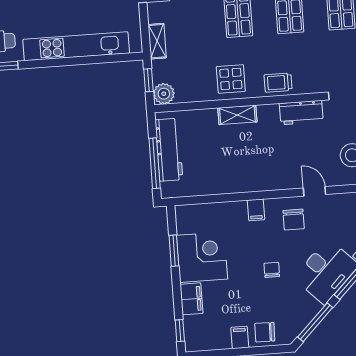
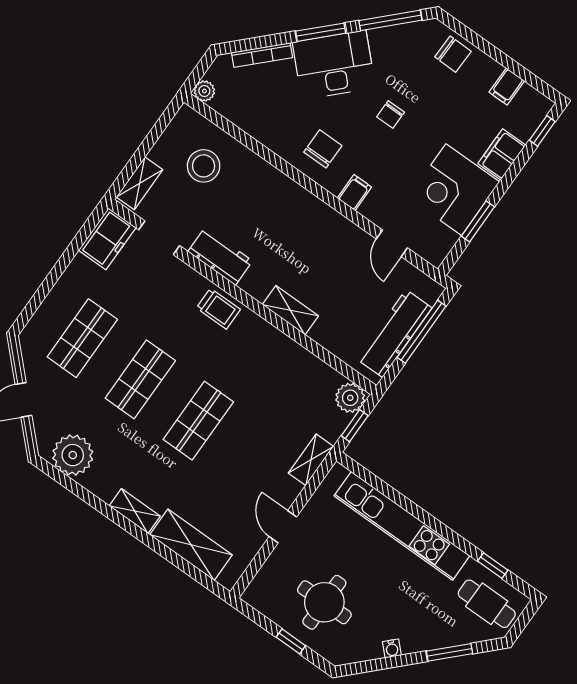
display table: (231, 79) -> (266, 354), removed
door: (314, 191) -> (392, 243), moved
filing cabinet: (240, 337) -> (507, 86), moved

